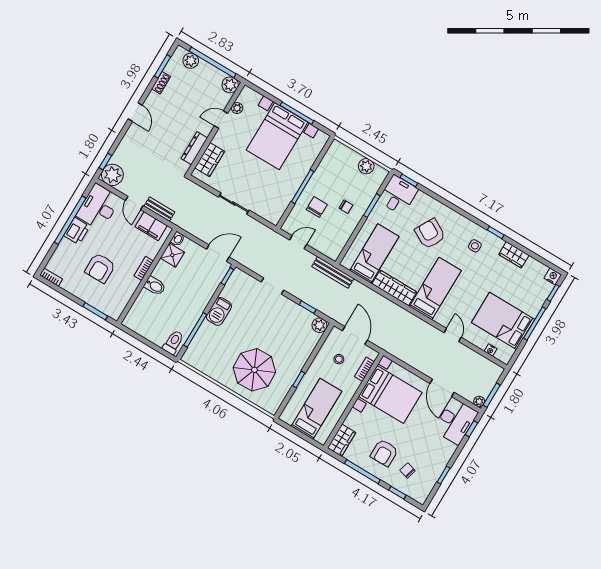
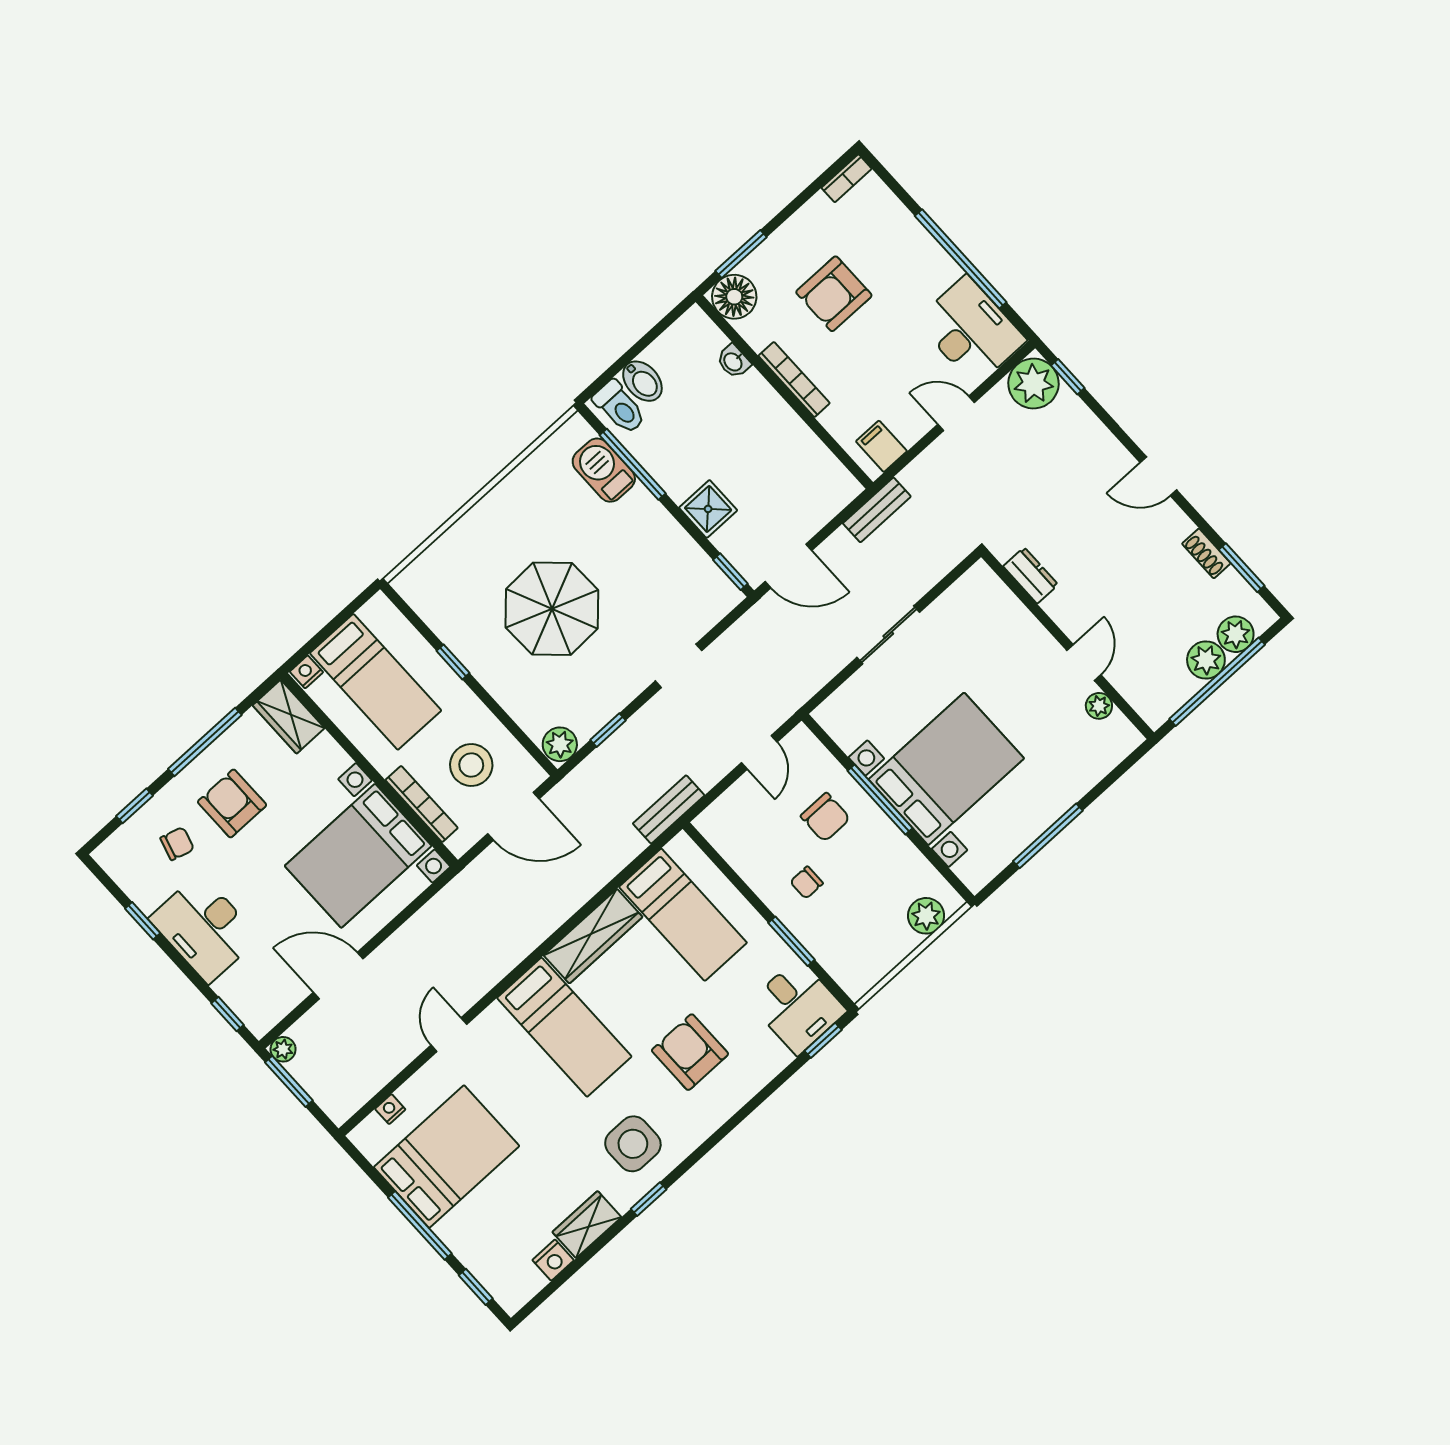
plant: (230, 85) -> (1206, 660), moved
bed with nightstands: (277, 136) -> (946, 769), moved, turned 90
dresser: (194, 148) -> (1031, 575), width x0.70
wardrobe: (210, 160) -> (1003, 610), removed
plant: (366, 166) -> (926, 916), moved
bench: (159, 209) -> (877, 510), moved
filing cabinet: (151, 226) -> (881, 446), width x0.50
printer: (77, 231) -> (932, 266), removed
armchair: (430, 234) -> (690, 1052), turned -119
washbasin: (178, 239) -> (733, 361), moved
side table: (475, 246) -> (633, 1144), width x1.87, depth x1.87
door: (218, 253) -> (788, 566), hinge flipped
shower: (172, 255) -> (708, 509), moved
armchair: (100, 268) -> (834, 294), turned -90
bookcase: (144, 268) -> (794, 379), width x1.56
bench: (333, 272) -> (669, 809), width x0.73
nightstand: (553, 276) -> (553, 1260), moved
bidet: (155, 286) -> (642, 381), moved, turned -90
floor lamp: (114, 309) -> (734, 297), added
barbecue: (219, 311) -> (604, 470), moved
door: (453, 335) -> (449, 1035), swing flipped
stool: (339, 359) -> (471, 765), width x1.89, depth x1.89
bookcase: (364, 369) -> (422, 804), width x1.56
parasol: (254, 370) -> (552, 609), moved
desk: (456, 421) -> (204, 928), moved
nightstand: (321, 438) -> (306, 672), added

